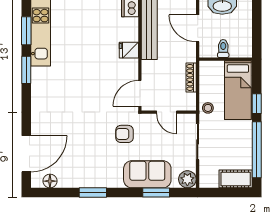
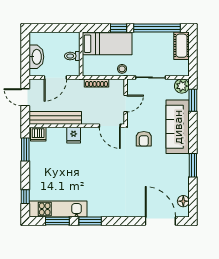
sofa: (147, 174) -> (178, 127), width x1.36
window: (156, 192) -> (193, 100), moved

